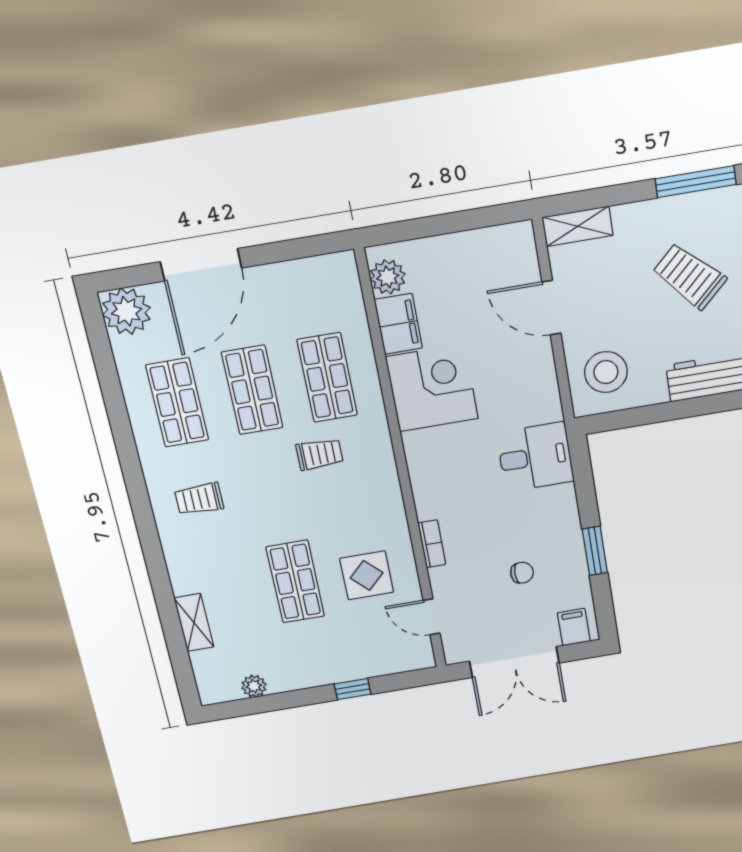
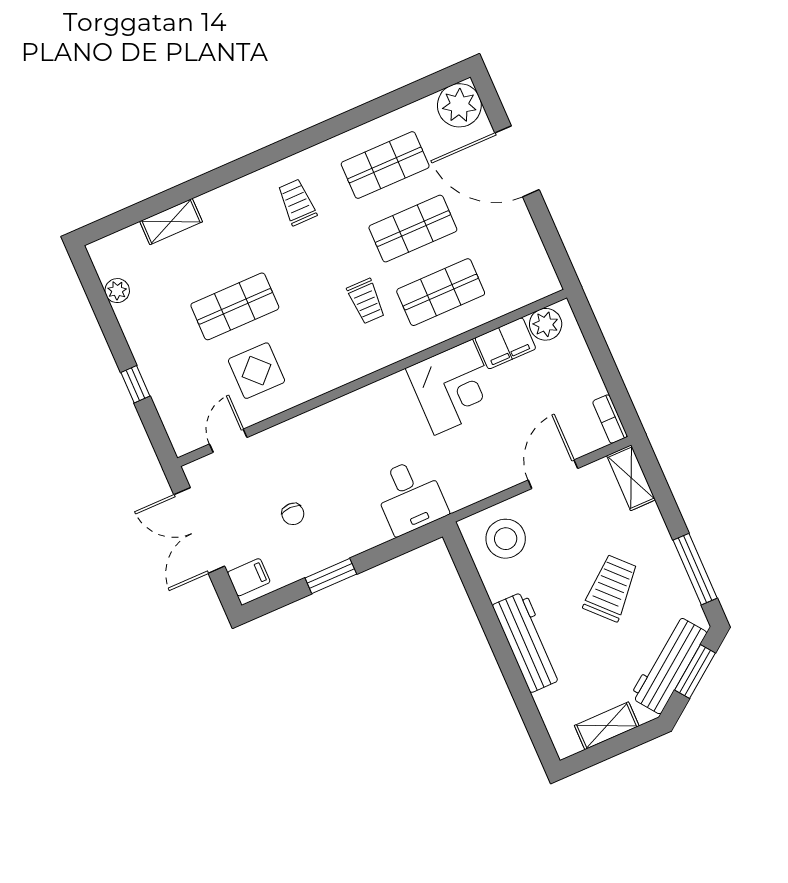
bookcase: (432, 544) -> (610, 419), moved, turned 90

